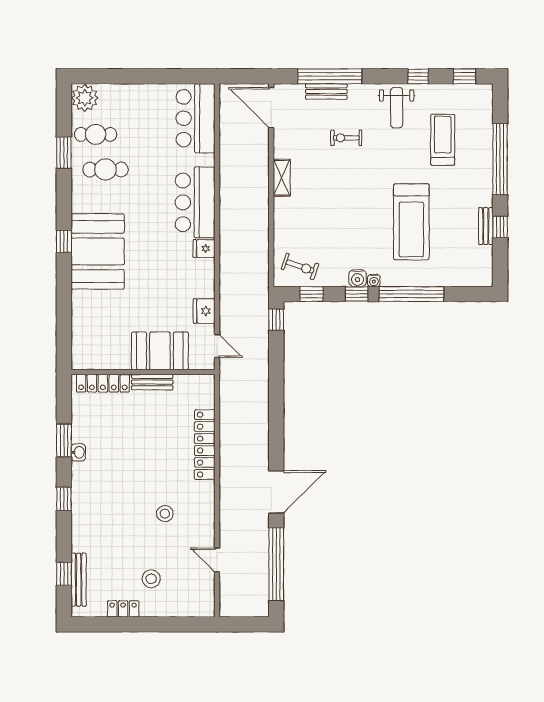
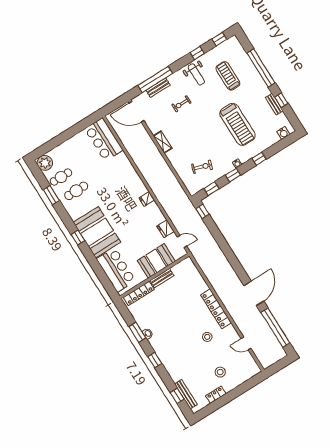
bar counter: (195, 202) -> (116, 270), moved, turned 180
exercise bike: (300, 266) -> (202, 167), moved
water cooler: (358, 278) -> (283, 133), moved
window: (411, 294) -> (259, 159), width x0.32
locker: (205, 445) -> (216, 309), moved

